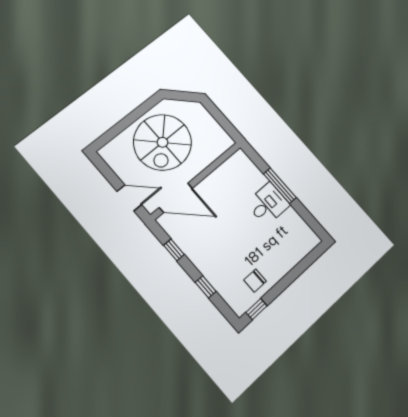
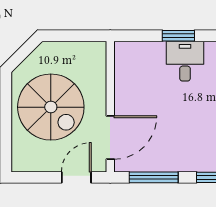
window: (280, 186) -> (178, 36), width x0.69
window: (174, 250) -> (154, 177), width x2.17

